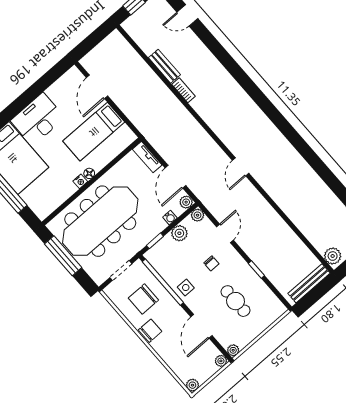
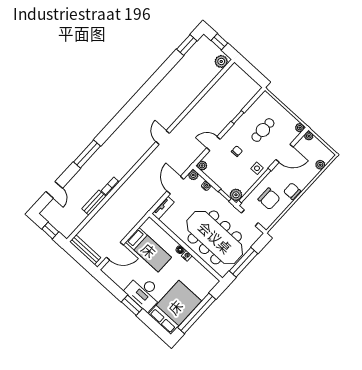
window: (230, 64) -> (87, 154), added
window: (23, 101) -> (132, 305), added
door: (241, 167) -> (163, 137), swing flipped
door: (175, 177) -> (175, 185), swing flipped
plant: (179, 233) -> (236, 195), moved
bench: (309, 283) -> (85, 250), moved
plant: (192, 385) -> (320, 165), moved

